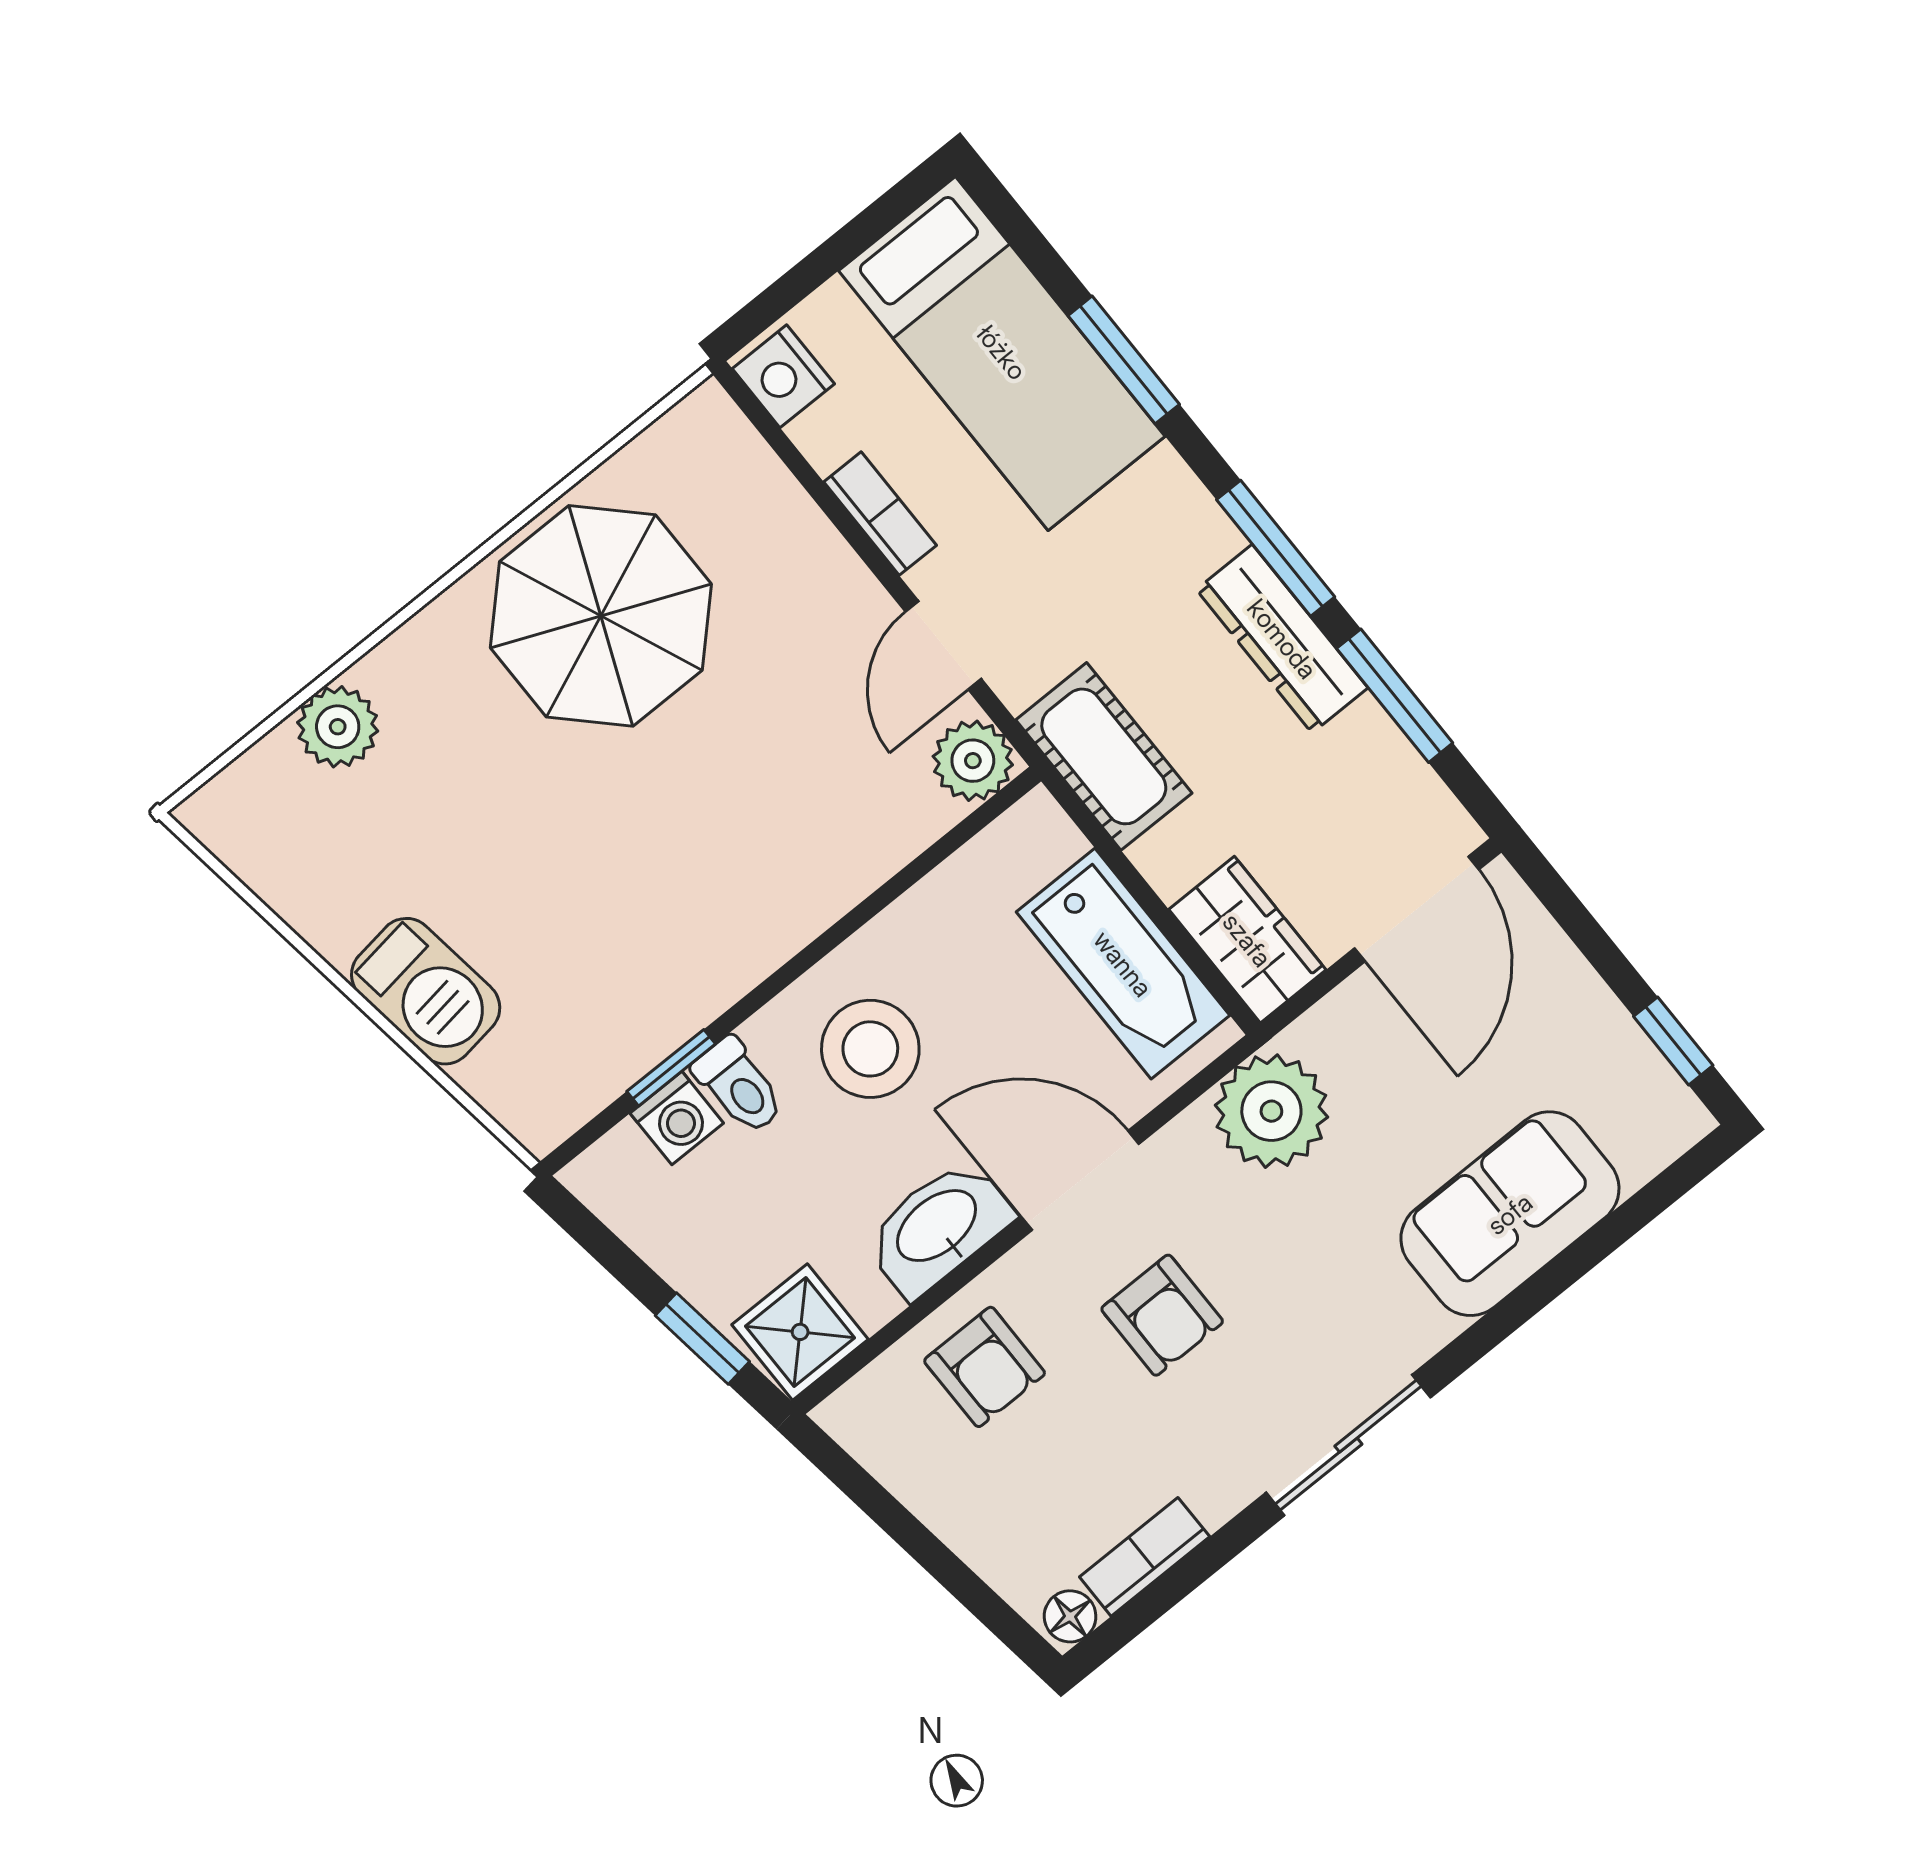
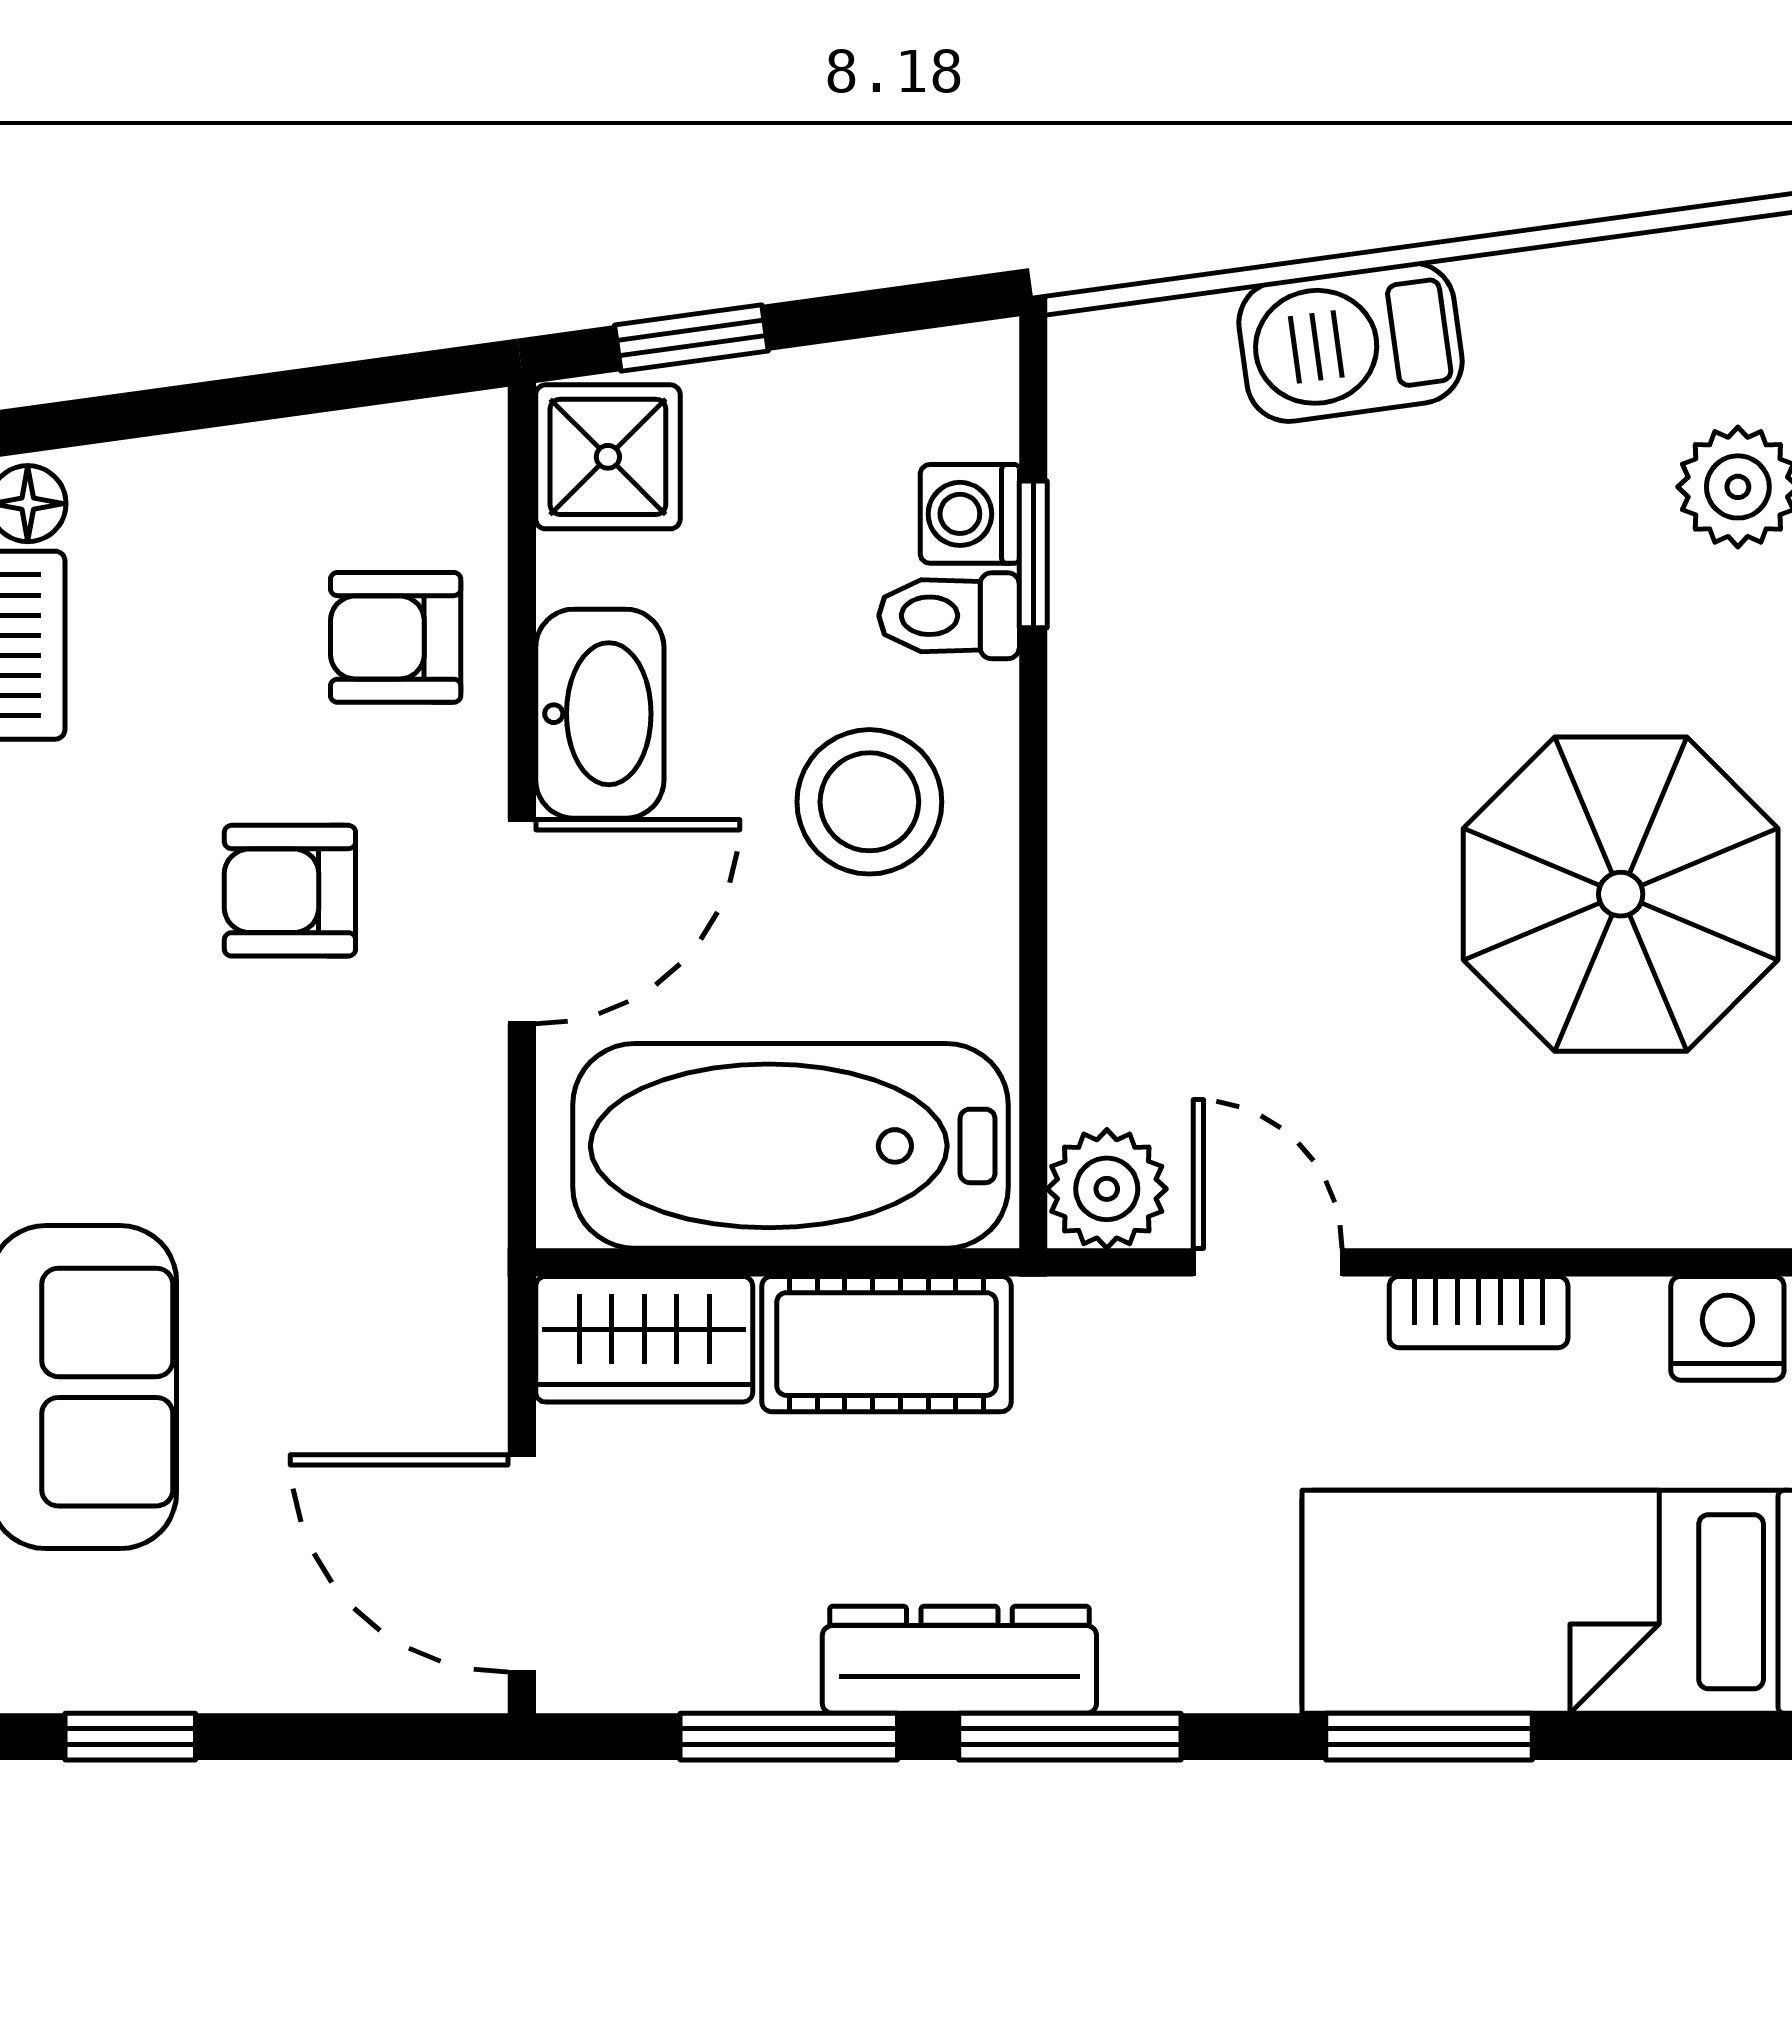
cot: (1104, 756) -> (886, 1344), moved
bathtub: (1123, 964) -> (790, 1146), width x1.36, depth x1.36
plant: (1271, 1111) -> (424, 1207), removed

